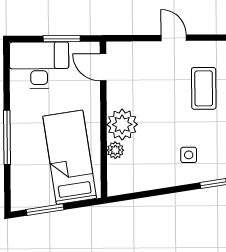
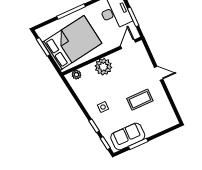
door: (174, 38) -> (159, 73), hinge flipped
plant: (115, 150) -> (76, 75), moved
bed: (70, 157) -> (72, 43), width x1.50

